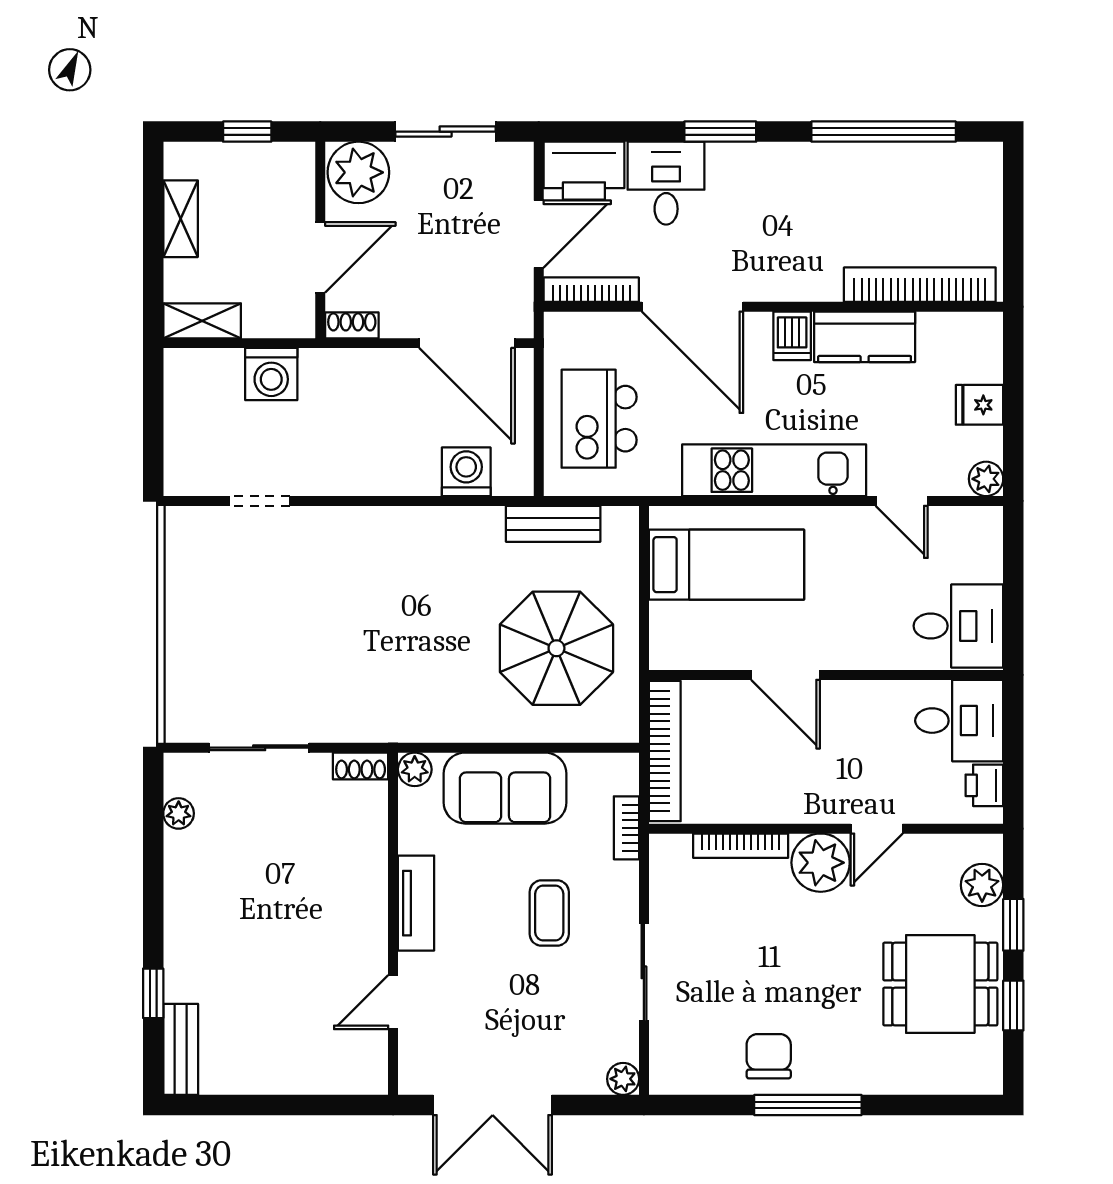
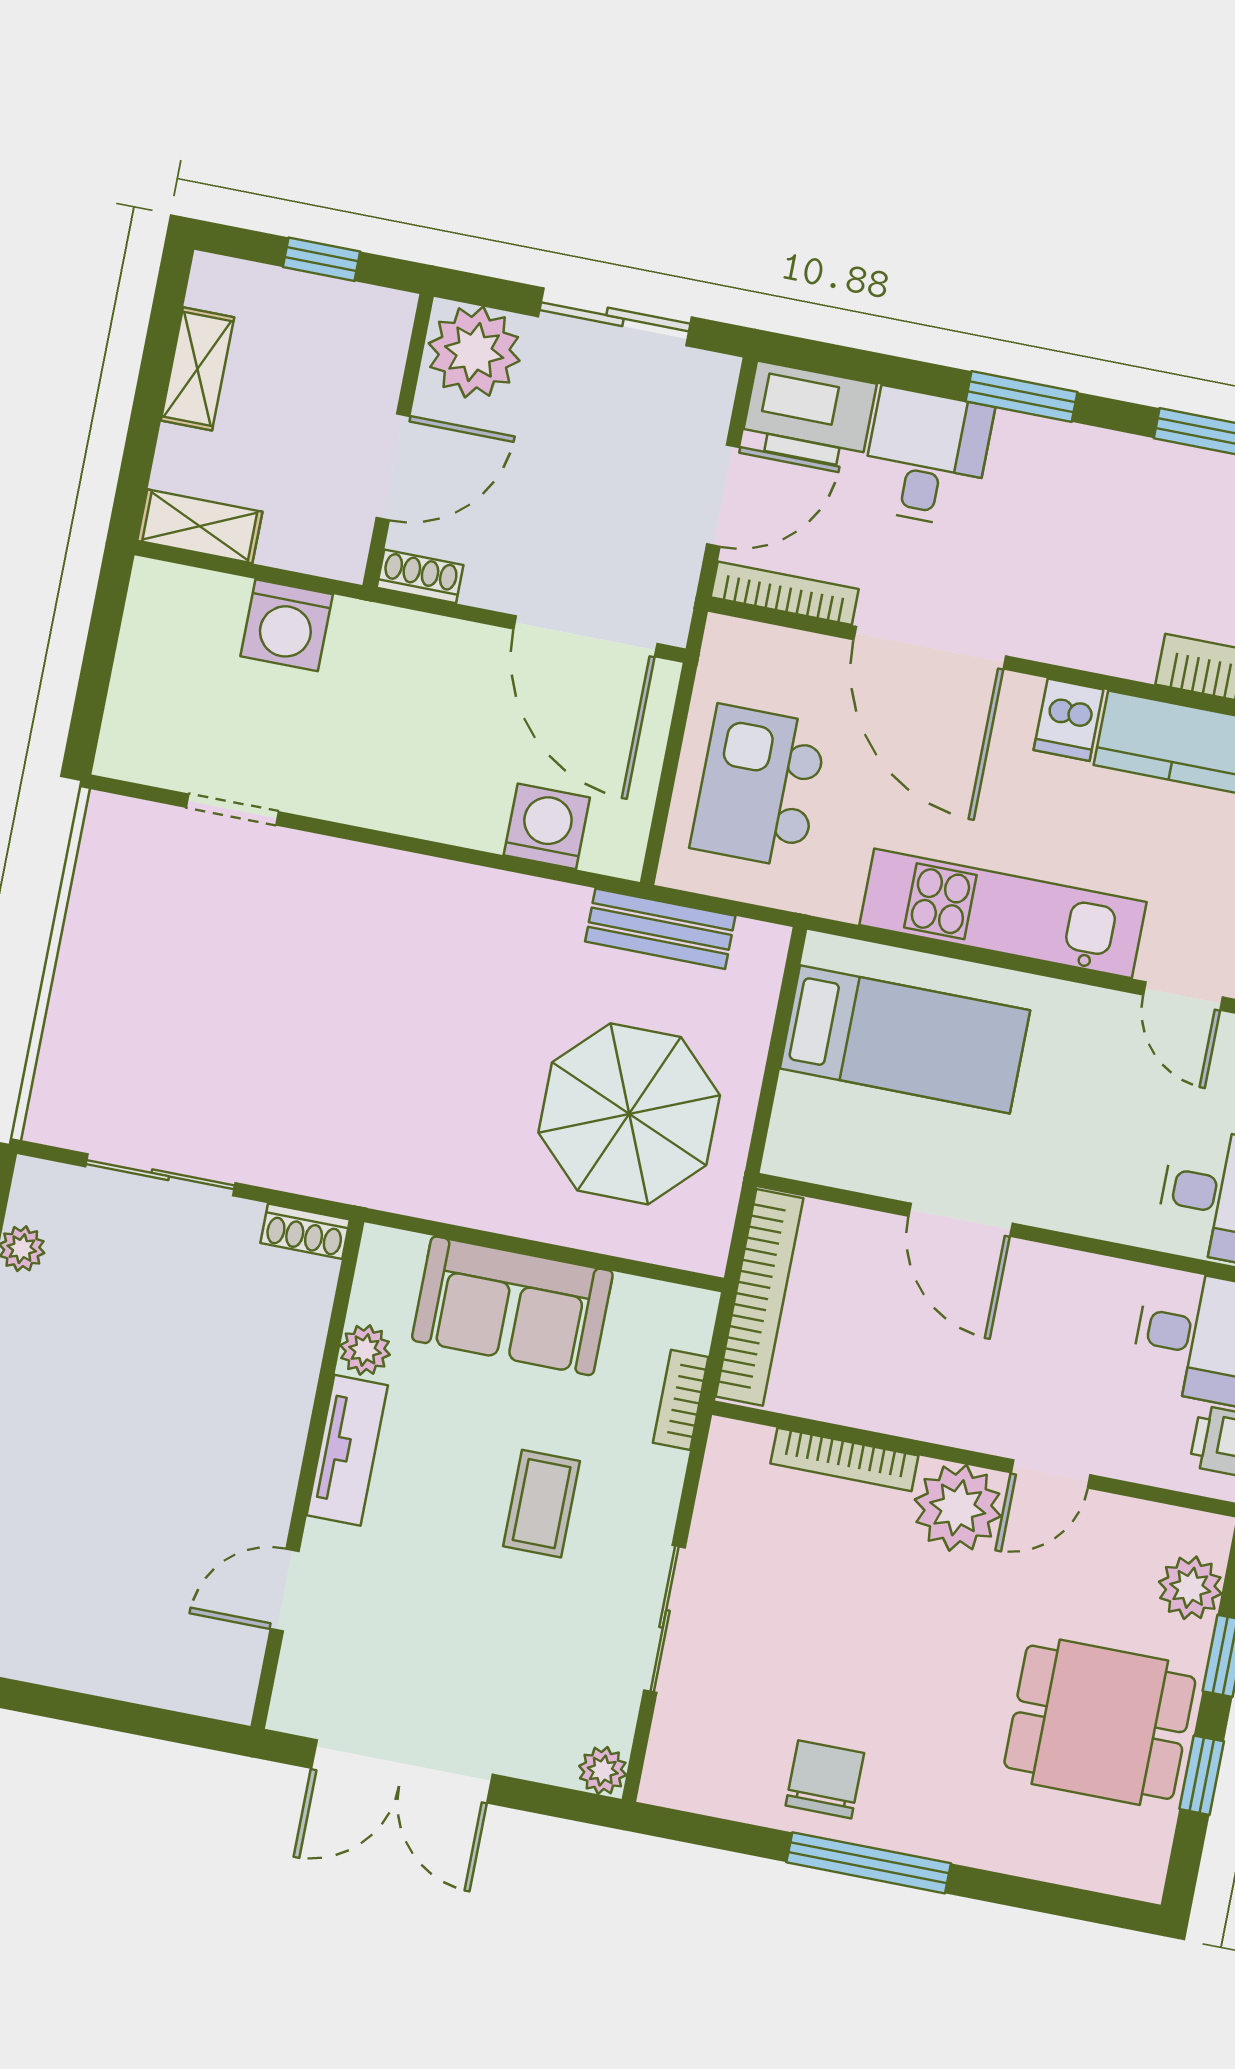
plant: (415, 769) -> (365, 1350), moved

